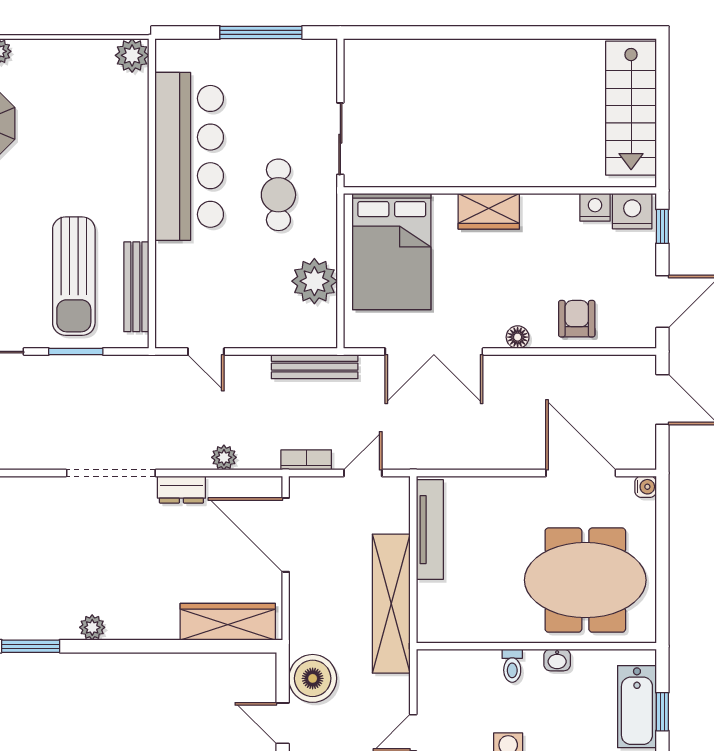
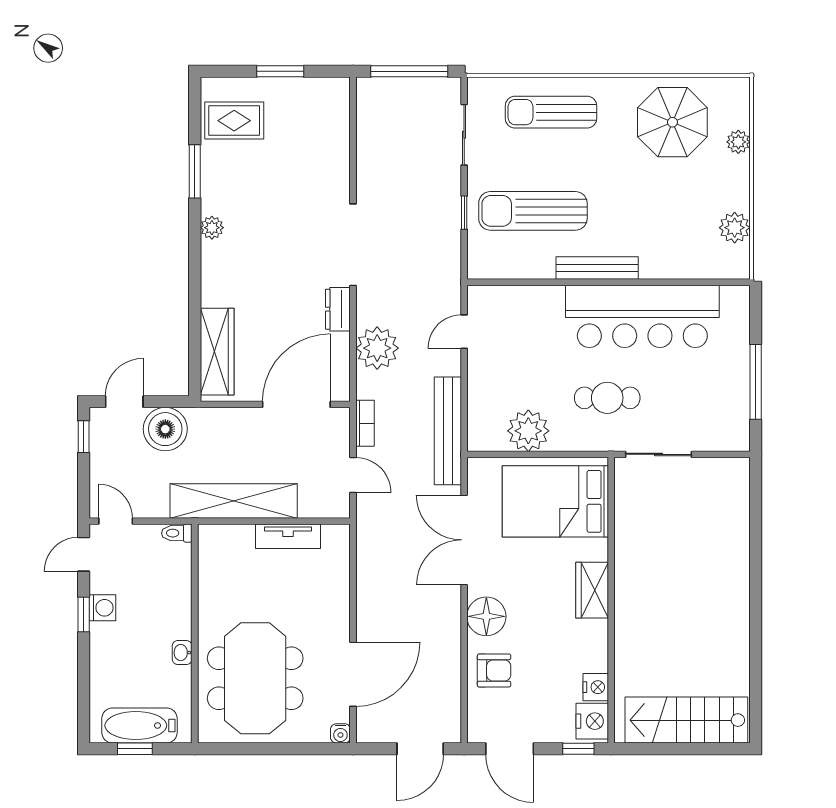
plant: (132, 55) -> (735, 228), moved
bench: (136, 287) -> (597, 268), moved
floor lamp: (518, 337) -> (486, 616), width x1.89, depth x1.89
window: (76, 351) -> (464, 213), width x0.67
bench: (315, 367) -> (448, 431), width x1.37, depth x1.21
plant: (224, 457) -> (377, 348), width x1.87, depth x1.87
tv unit: (430, 530) -> (288, 536), width x0.71
toilet: (512, 666) -> (177, 533), moved

